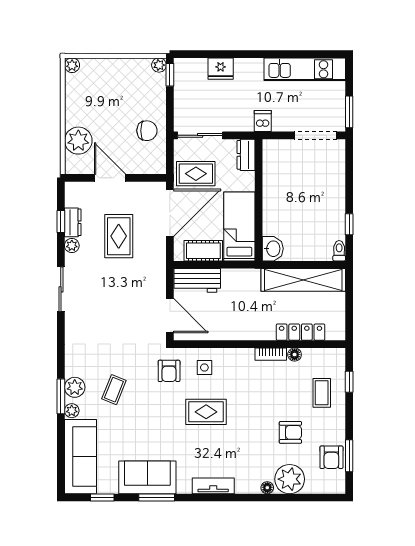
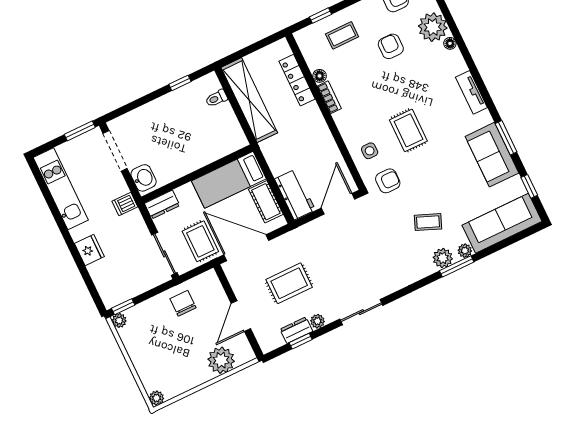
fridge: (221, 69) -> (89, 250), moved
washbasin: (273, 249) -> (144, 178), moved, turned 90
toilet: (339, 251) -> (216, 98), moved

